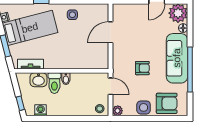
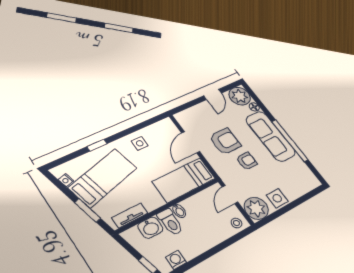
bed: (85, 58) -> (184, 180), added
door: (110, 86) -> (230, 195), swing flipped
armchair: (167, 103) -> (225, 141), moved
plant: (118, 111) -> (256, 208), width x1.88, depth x1.88

